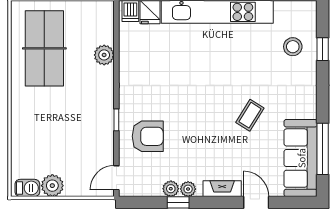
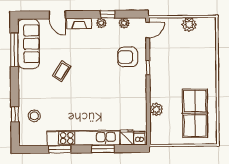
barbecue: (27, 188) -> (205, 23), removed
plant: (171, 189) -> (124, 23), moved

